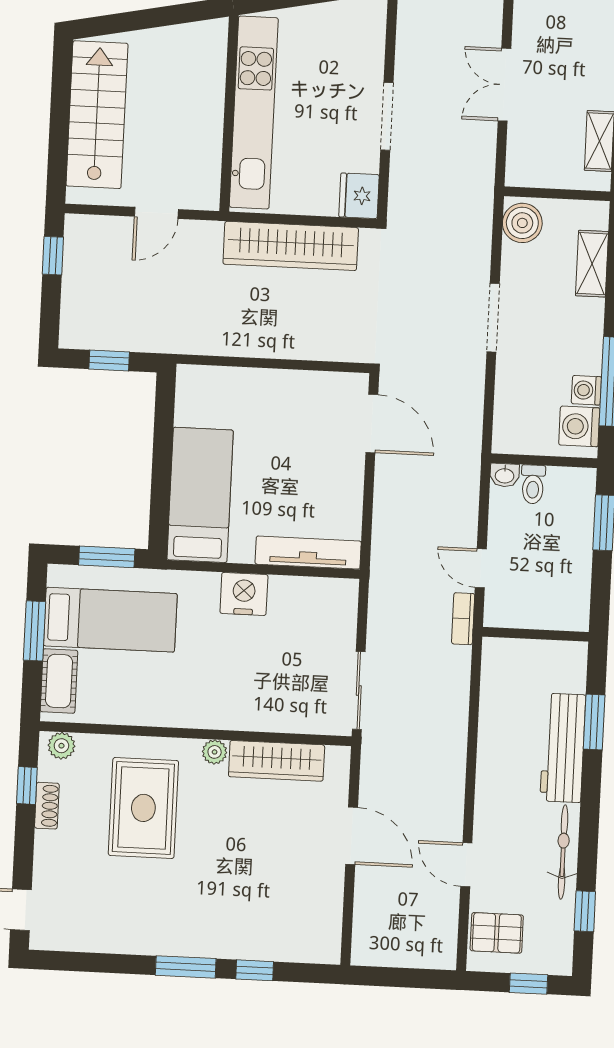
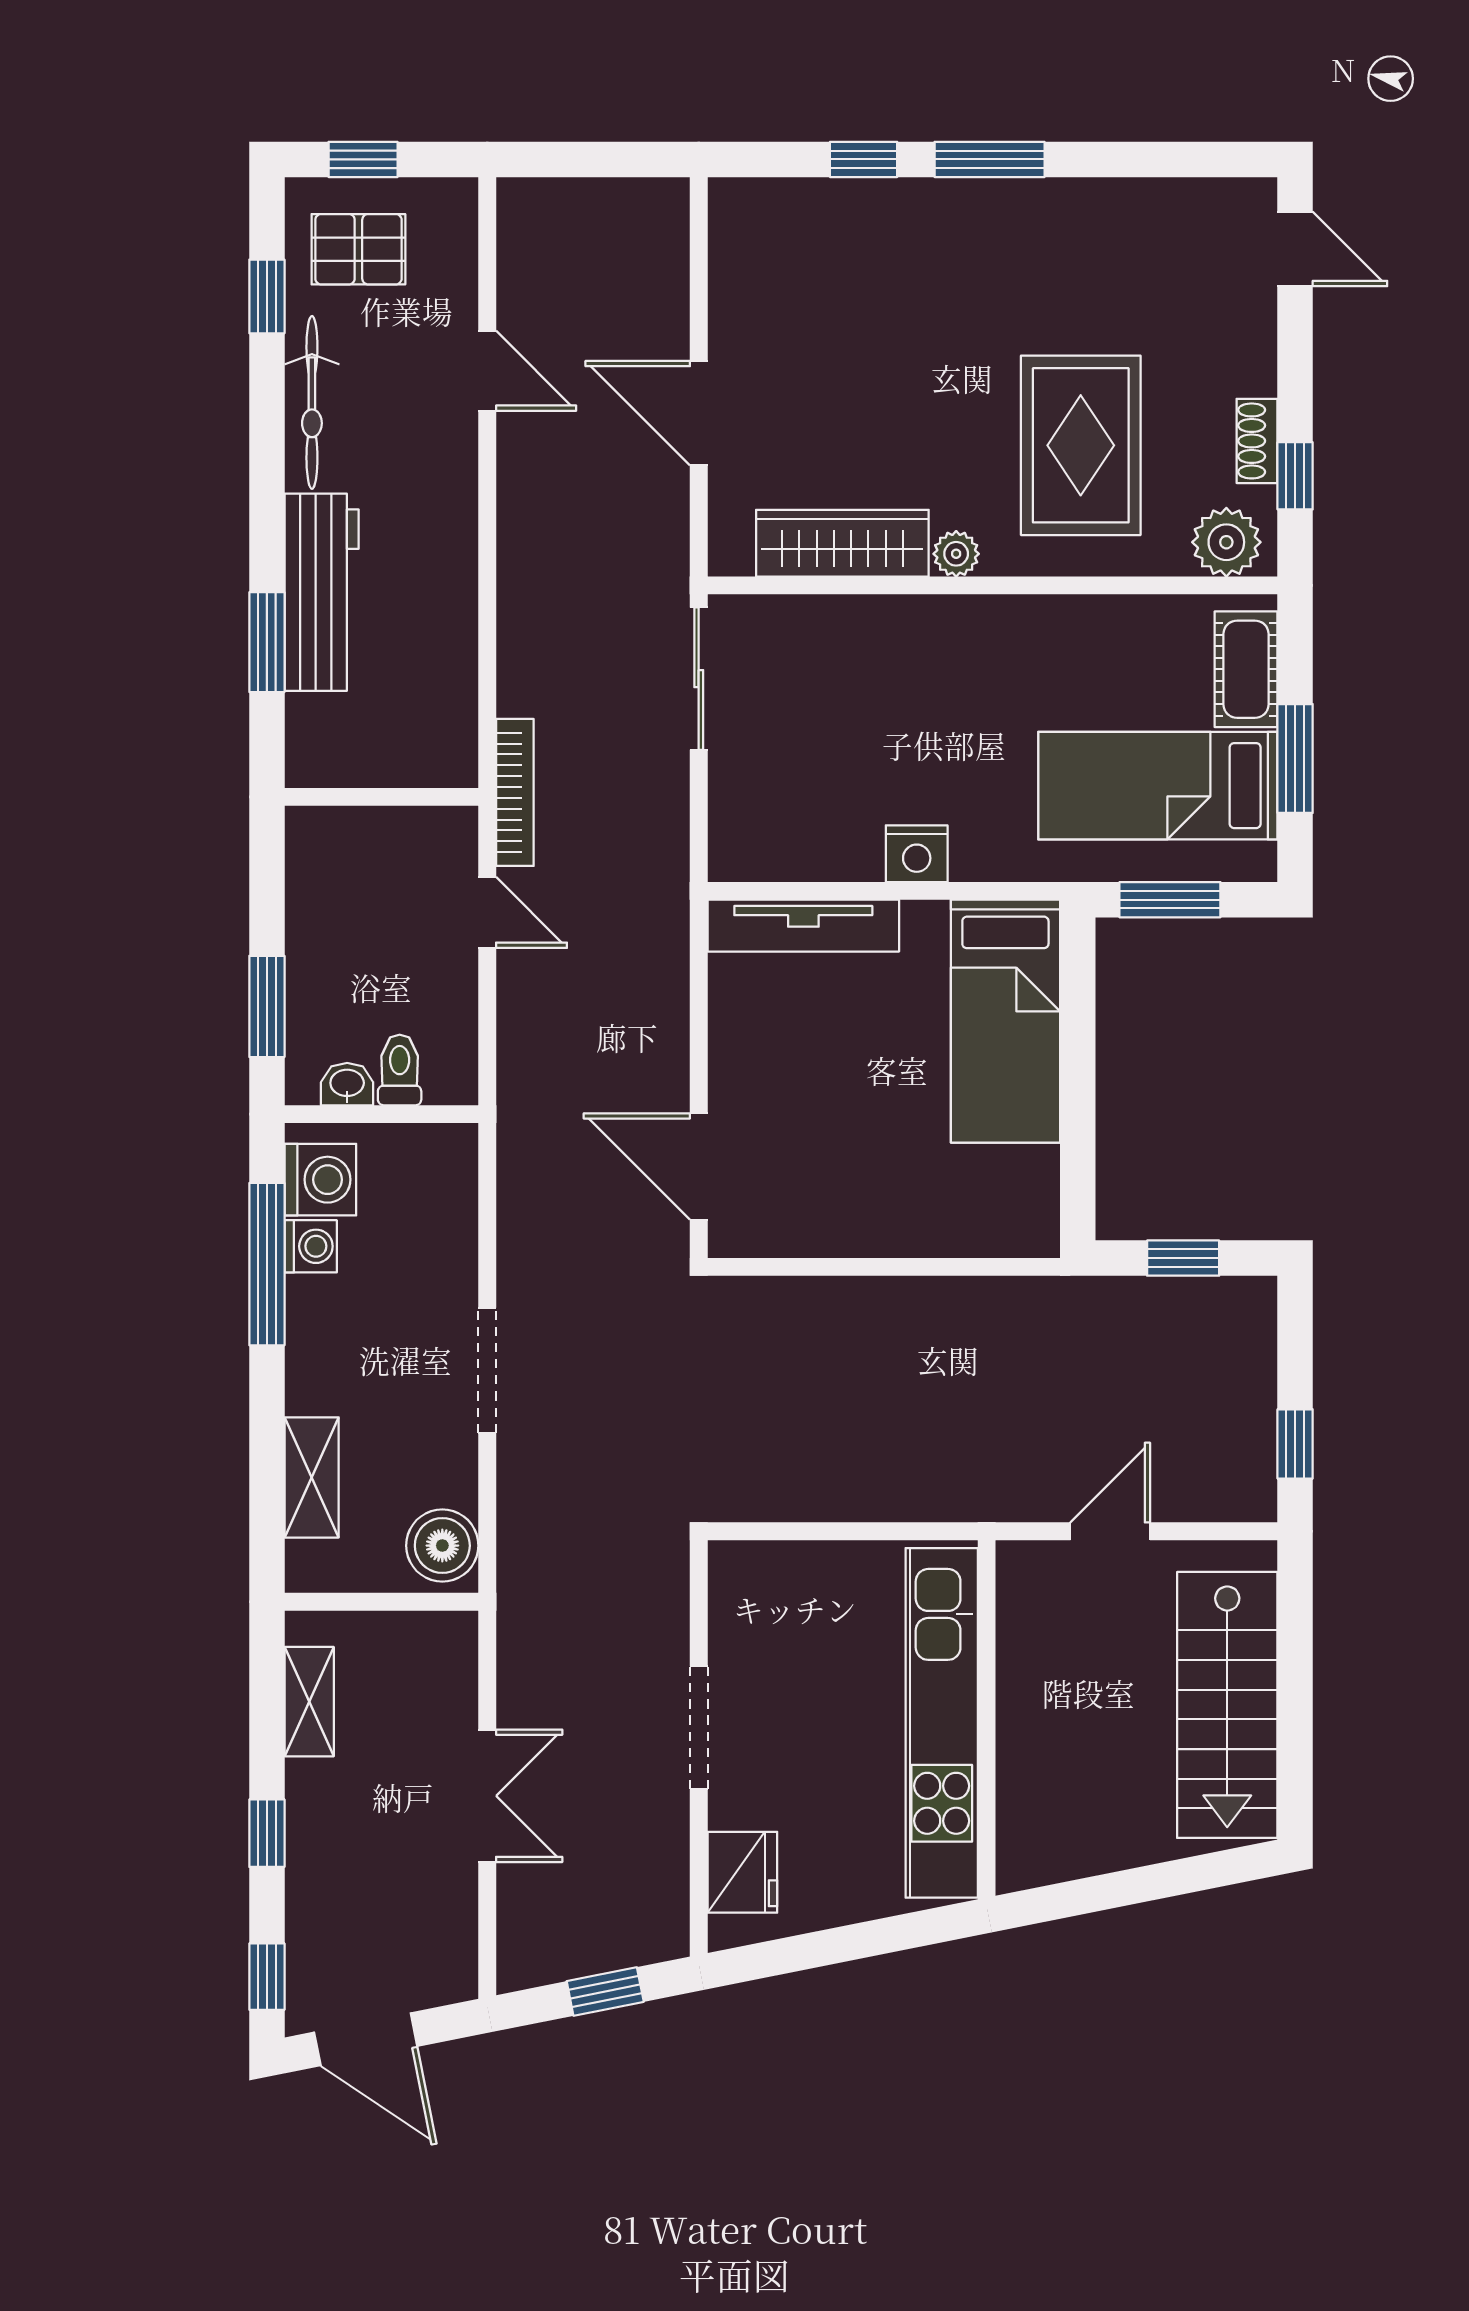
fridge: (359, 196) -> (742, 1872), moved
wardrobe: (291, 246) -> (862, 1483), removed
washbasin: (505, 475) -> (347, 1084), moved
nightstand: (244, 594) -> (917, 854), width x0.74, depth x0.75
bookcase: (463, 619) -> (515, 792), width x1.56
plant: (61, 746) -> (1226, 542), width x1.38, depth x1.38
pallet: (497, 933) -> (358, 249), moved

